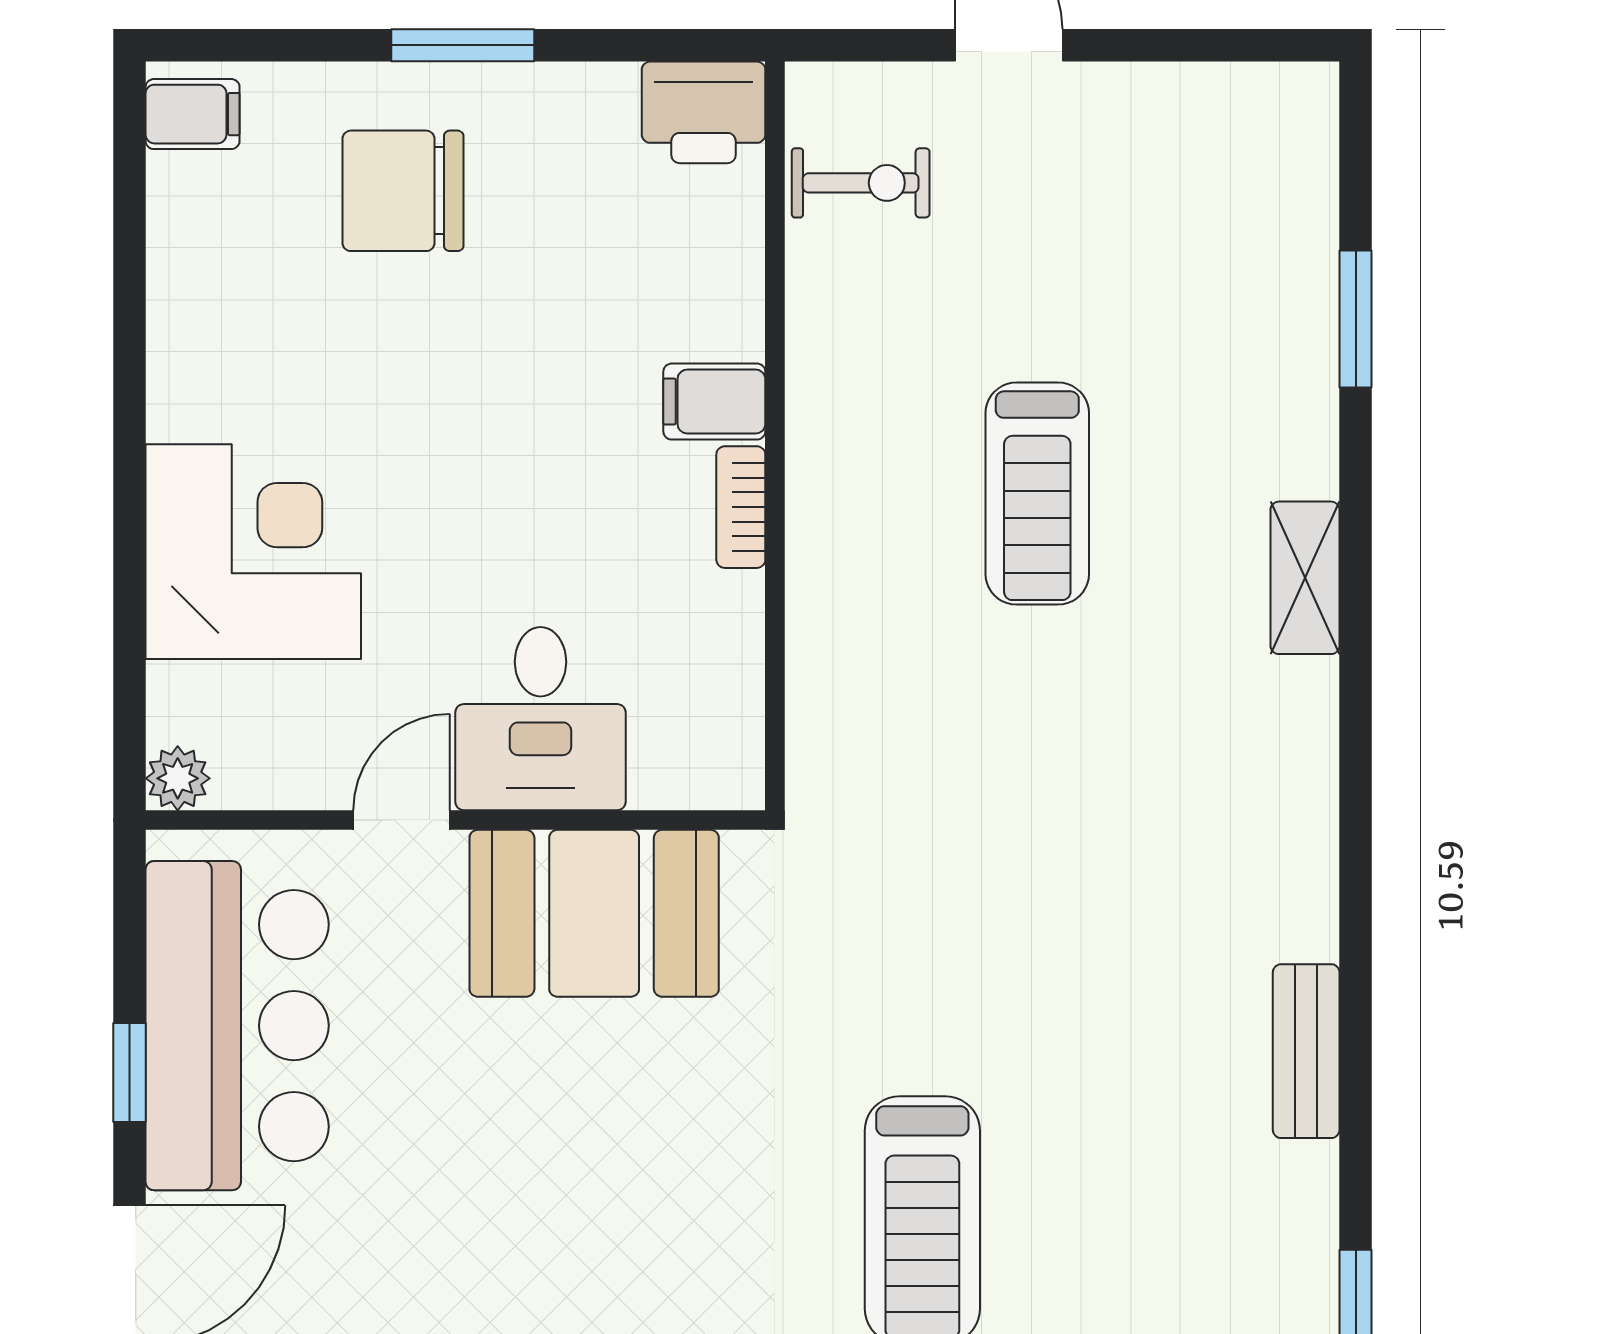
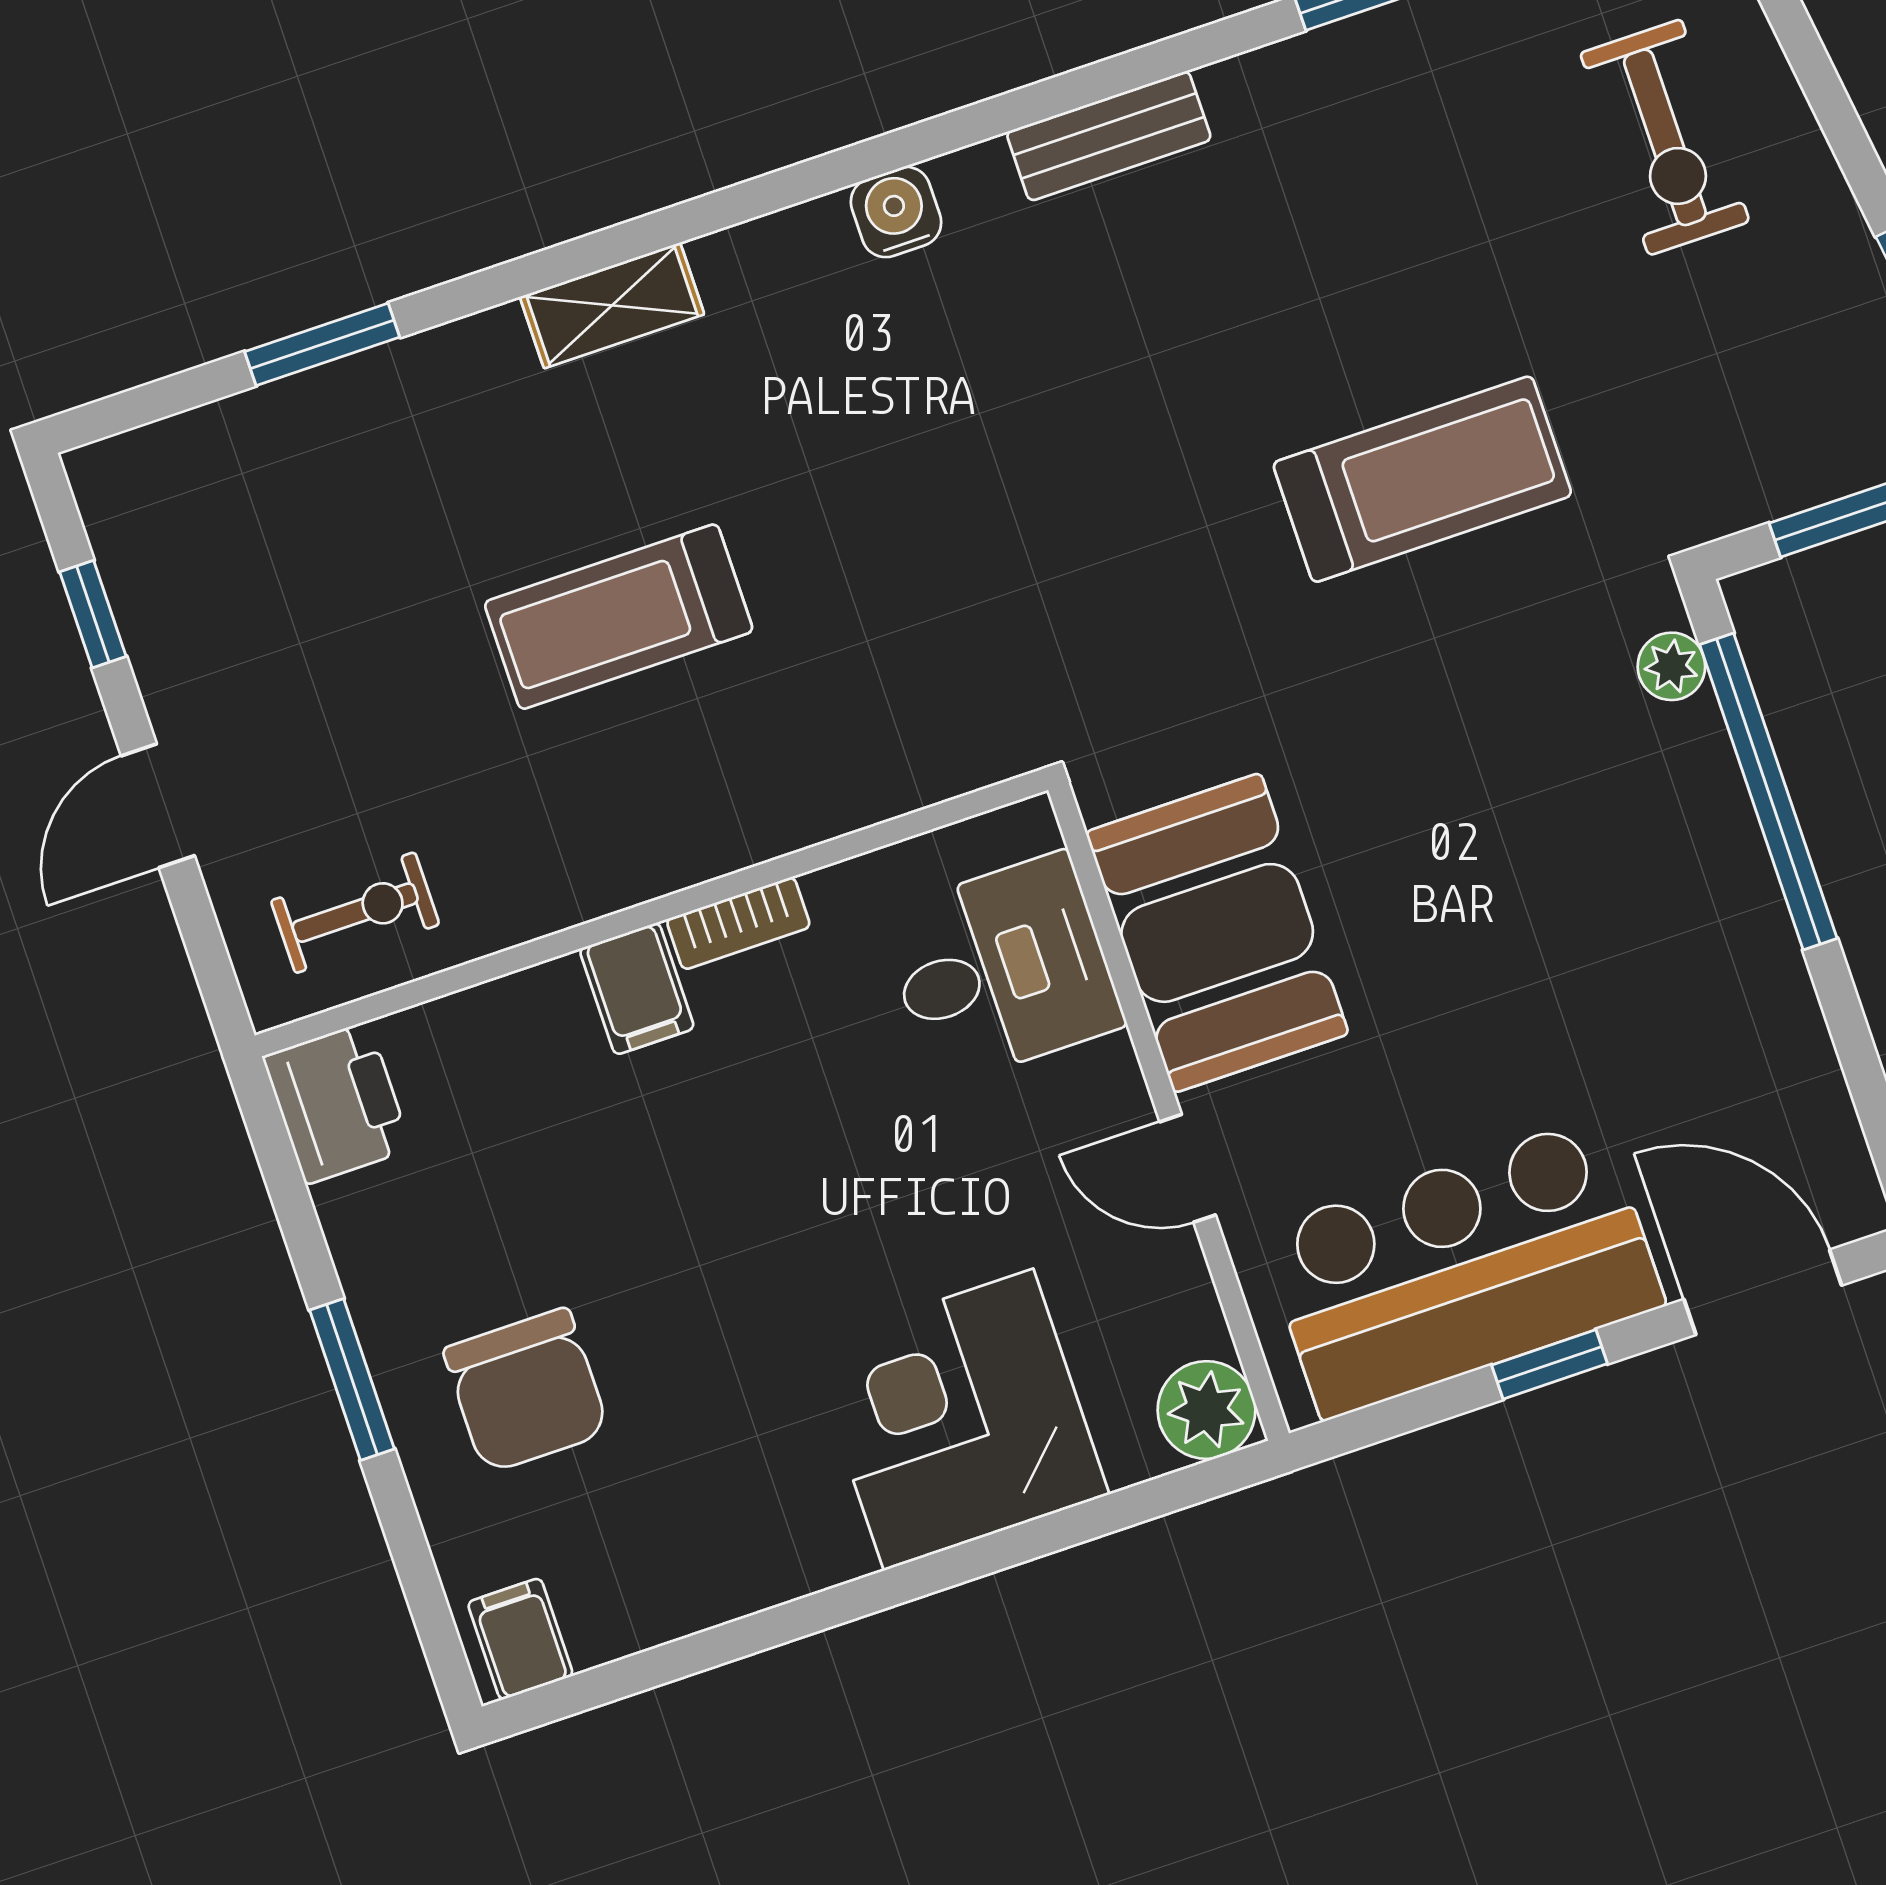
window: (1191, 45) -> (93, 614), added
exercise bike: (861, 183) -> (355, 913), turned 90
treadmill: (1037, 494) -> (619, 617), turned 180
desk: (540, 719) -> (1002, 969), moved
plant: (178, 778) -> (1207, 1410), width x1.38, depth x1.38
water cooler: (1303, 847) -> (896, 212), added

